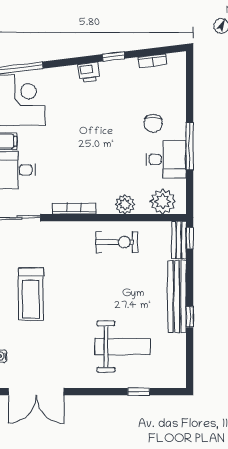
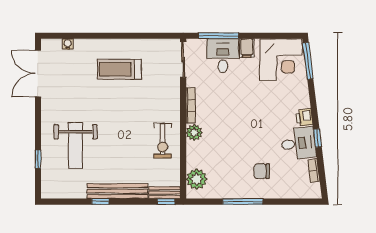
desk: (166, 159) -> (298, 143), moved, turned -97
plant: (125, 204) -> (194, 132), moved

